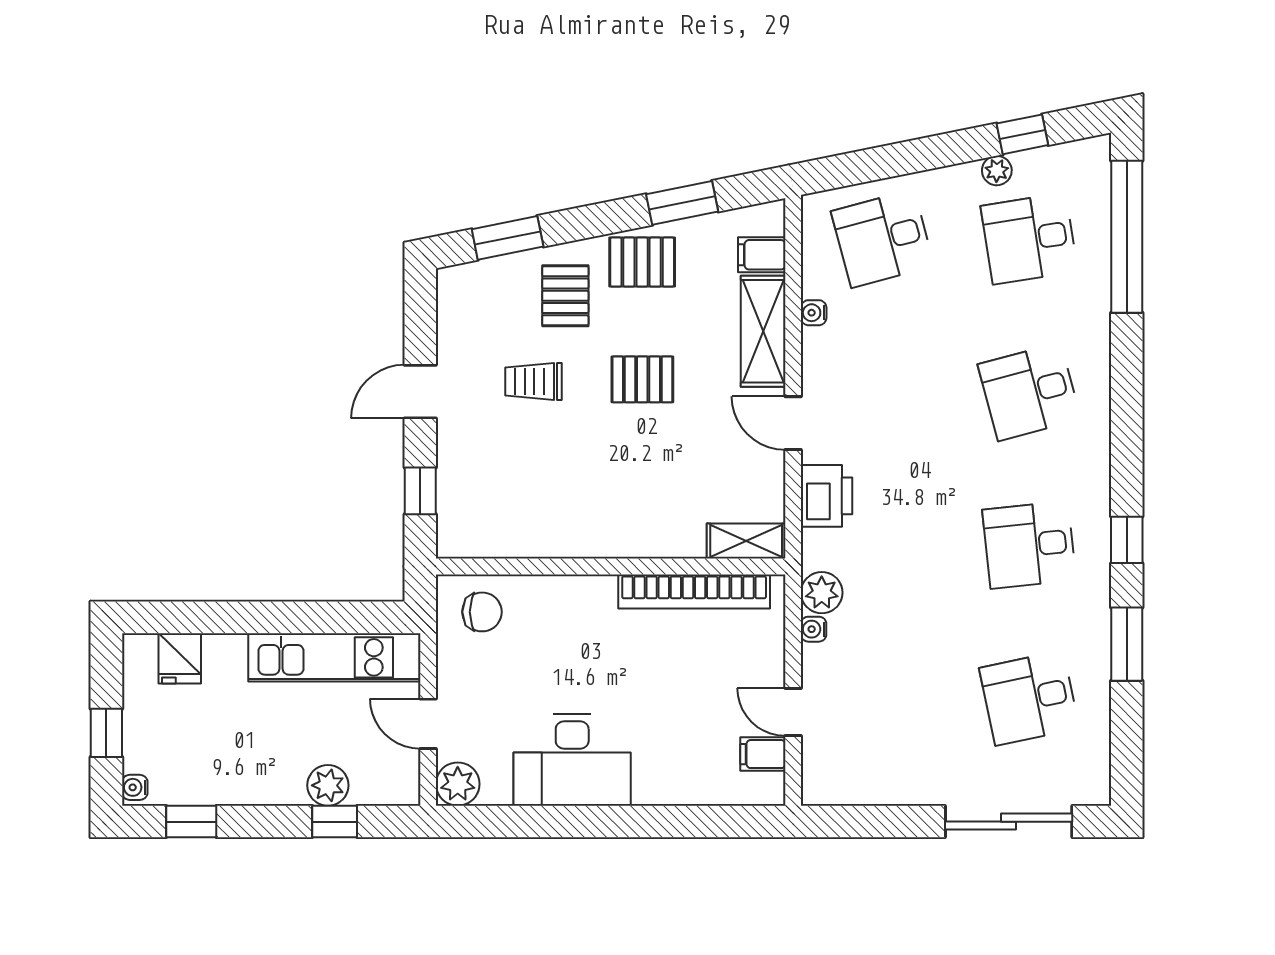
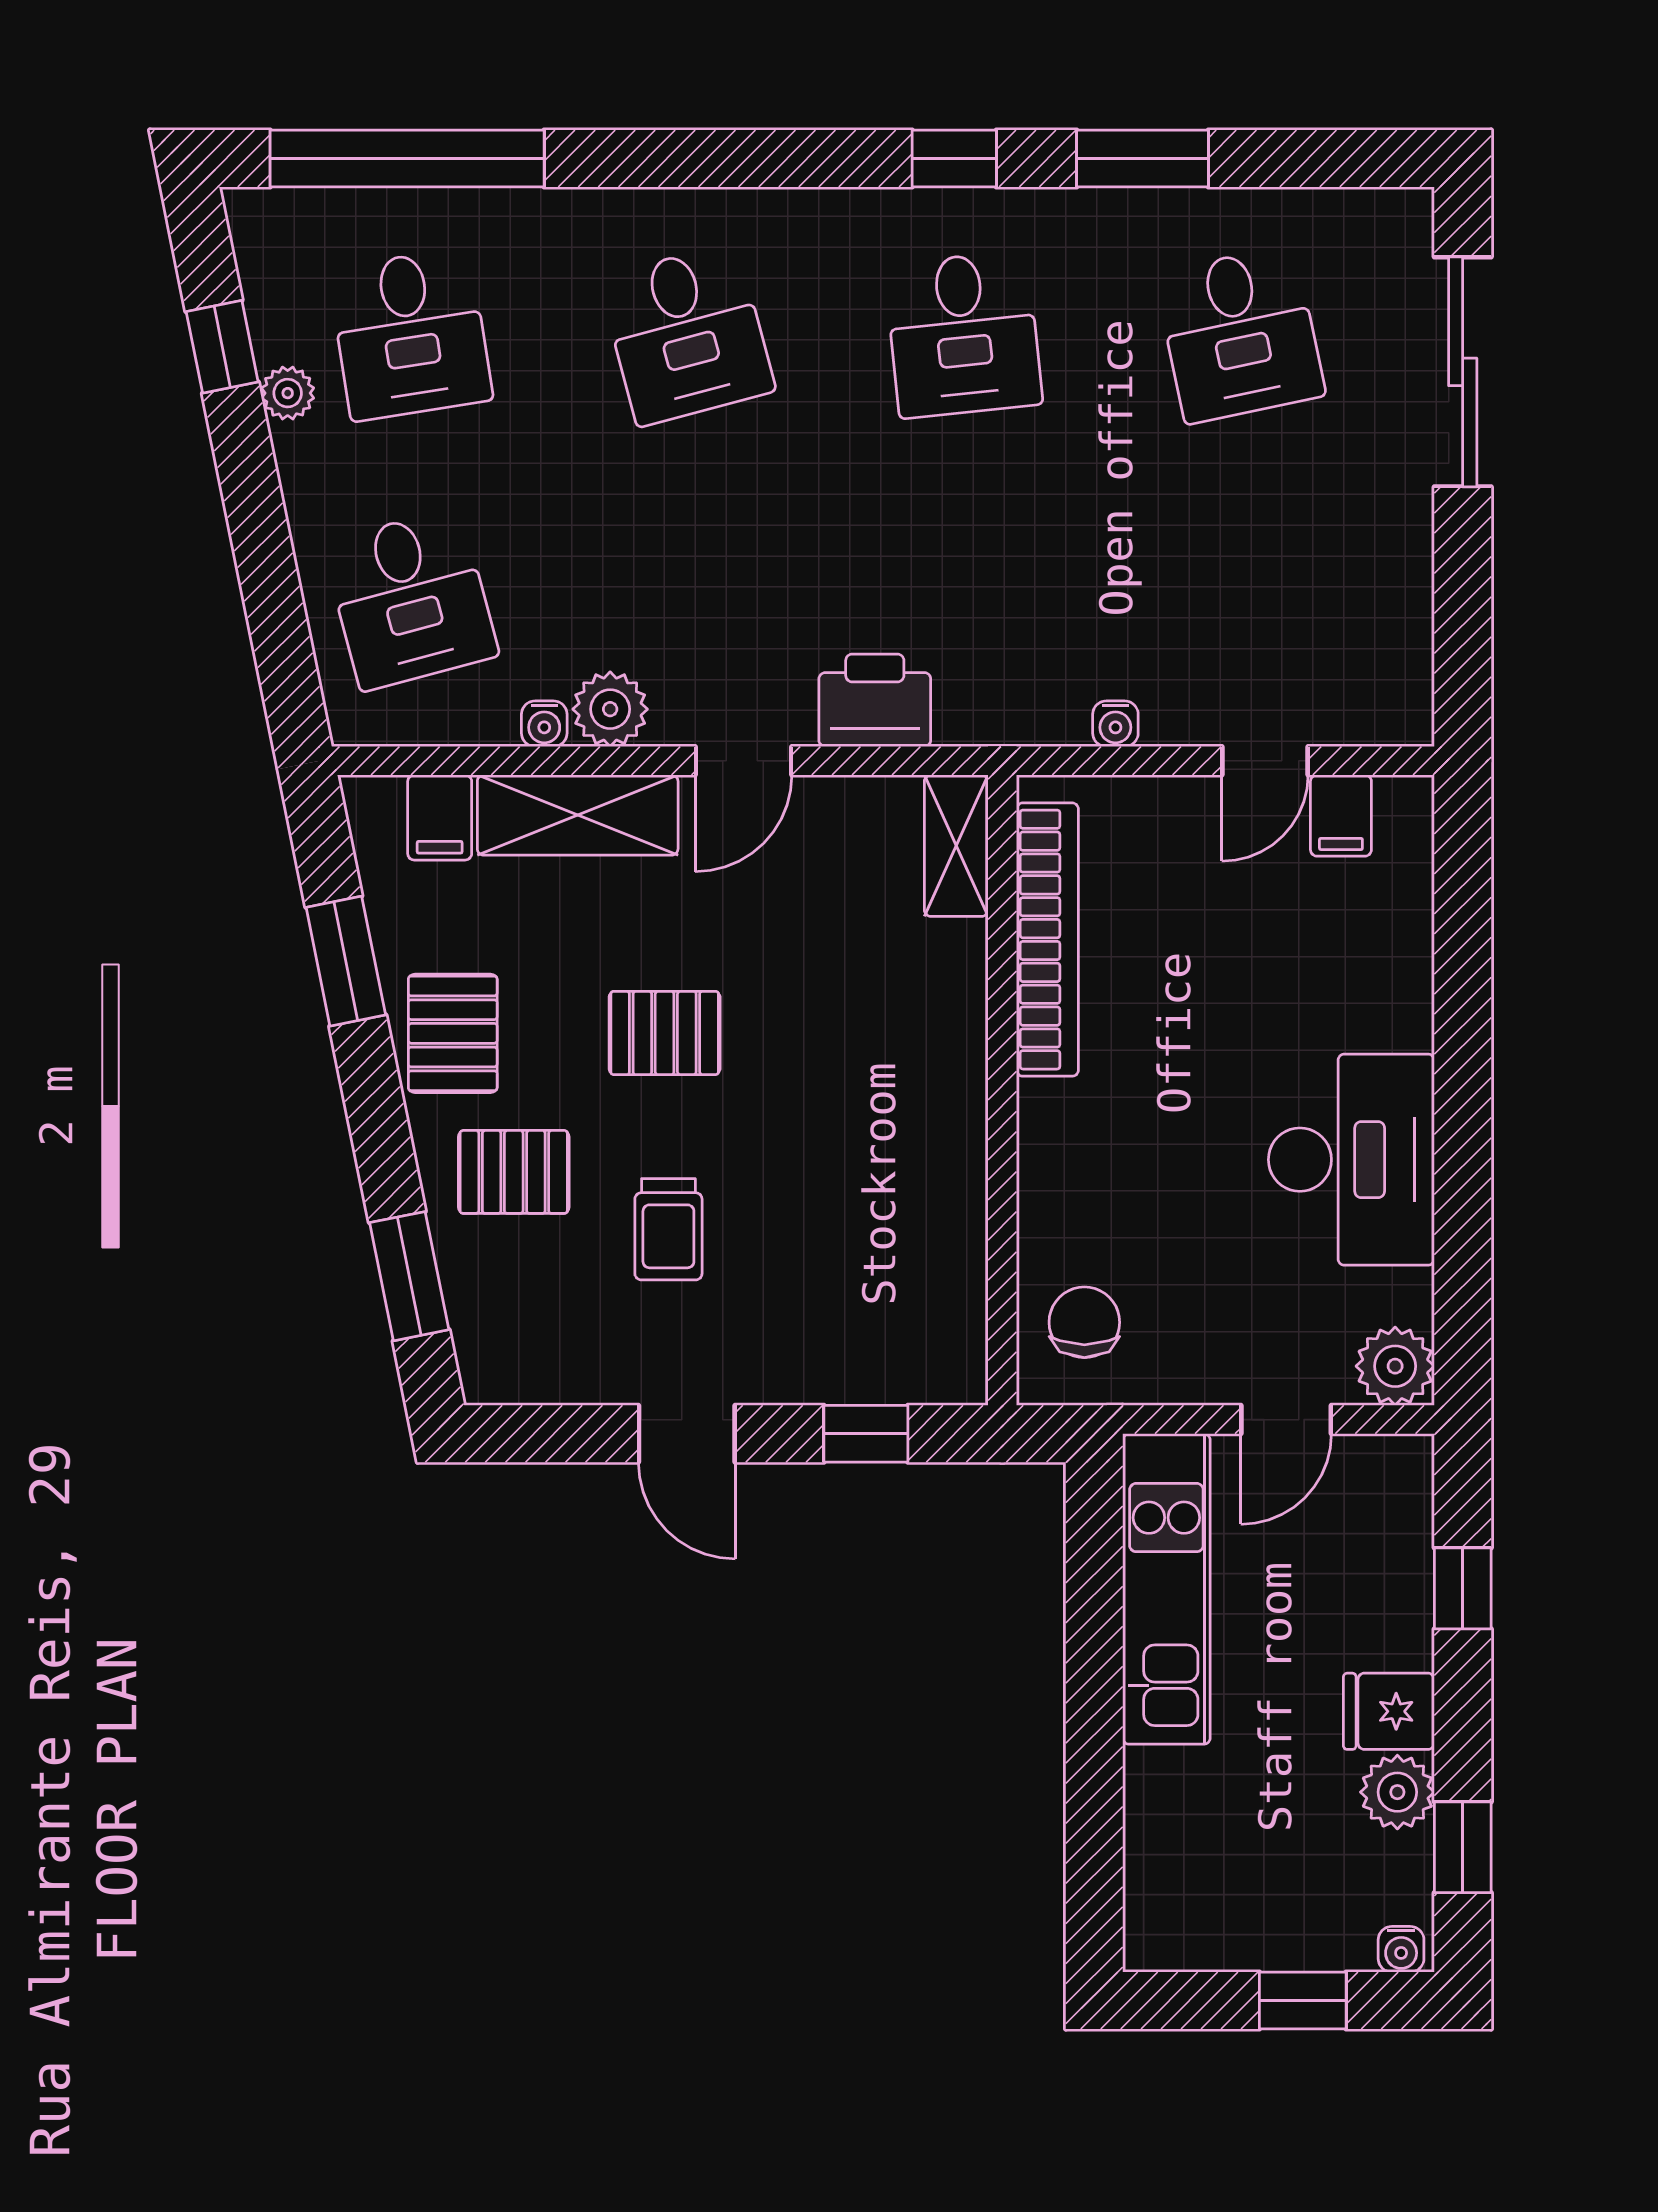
pallet: (642, 379) -> (665, 1033), turned 90
plant: (822, 593) -> (610, 709), moved
fridge: (180, 658) -> (1389, 1711), moved, turned 180
plant: (328, 785) -> (1397, 1792), moved

